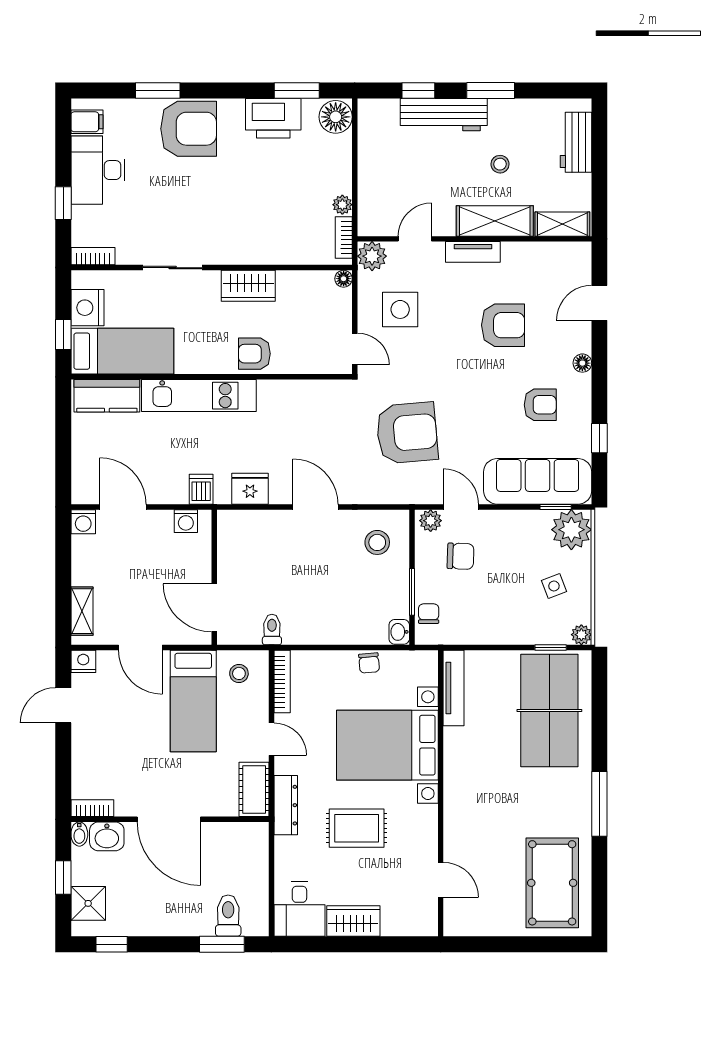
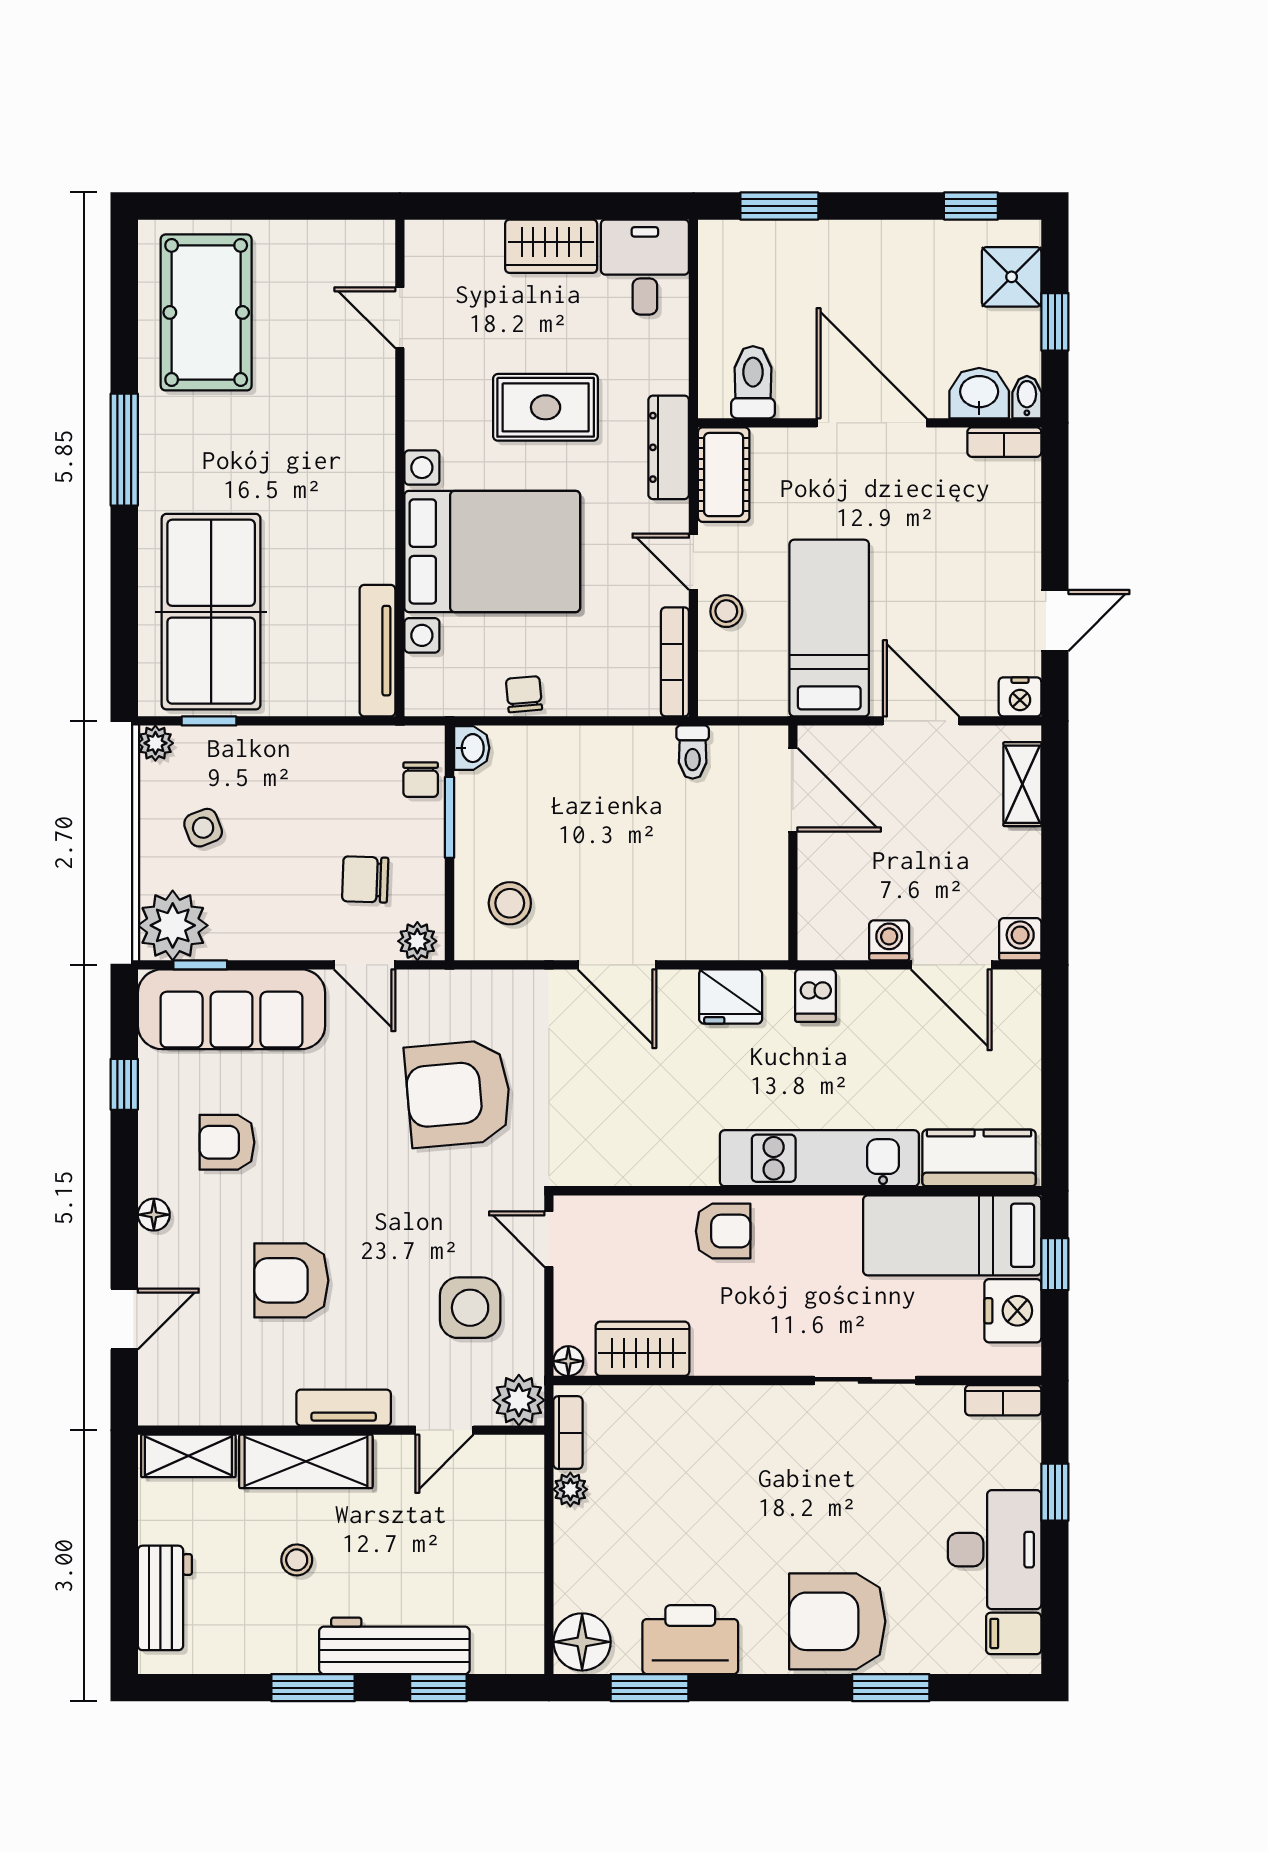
wardrobe: (248, 286) -> (642, 1349), moved
washing machine: (186, 521) -> (889, 940), moved
stool: (239, 673) -> (726, 611), moved
toilet: (228, 916) -> (753, 382), moved, turned 180

